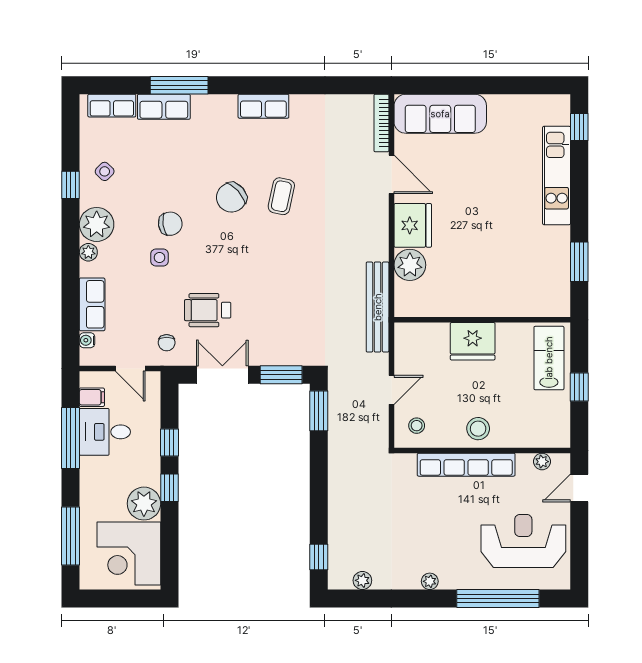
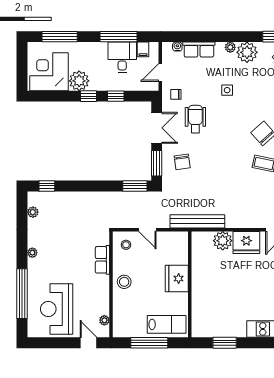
chair: (170, 224) -> (182, 162), moved
window: (579, 387) -> (149, 343), width x2.17
row of seats: (466, 465) -> (102, 260), width x0.50
reception desk: (523, 541) -> (57, 309), turned 180

